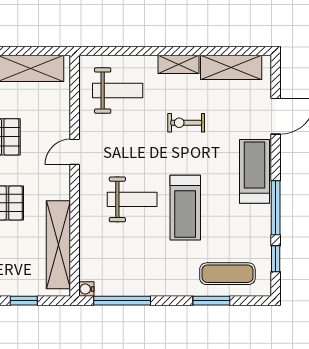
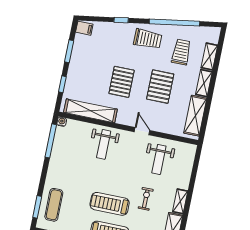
weight bench: (118, 91) -> (159, 159), moved
weight bench: (132, 199) -> (104, 144), moved
treadmill: (185, 208) -> (110, 204), moved
window: (211, 301) -> (37, 207), moved

